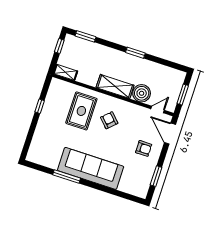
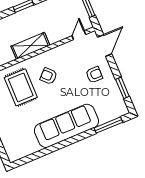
boiler: (142, 93) -> (56, 33), removed
door: (170, 134) -> (105, 46), swing flipped
window: (67, 177) -> (108, 125), moved

